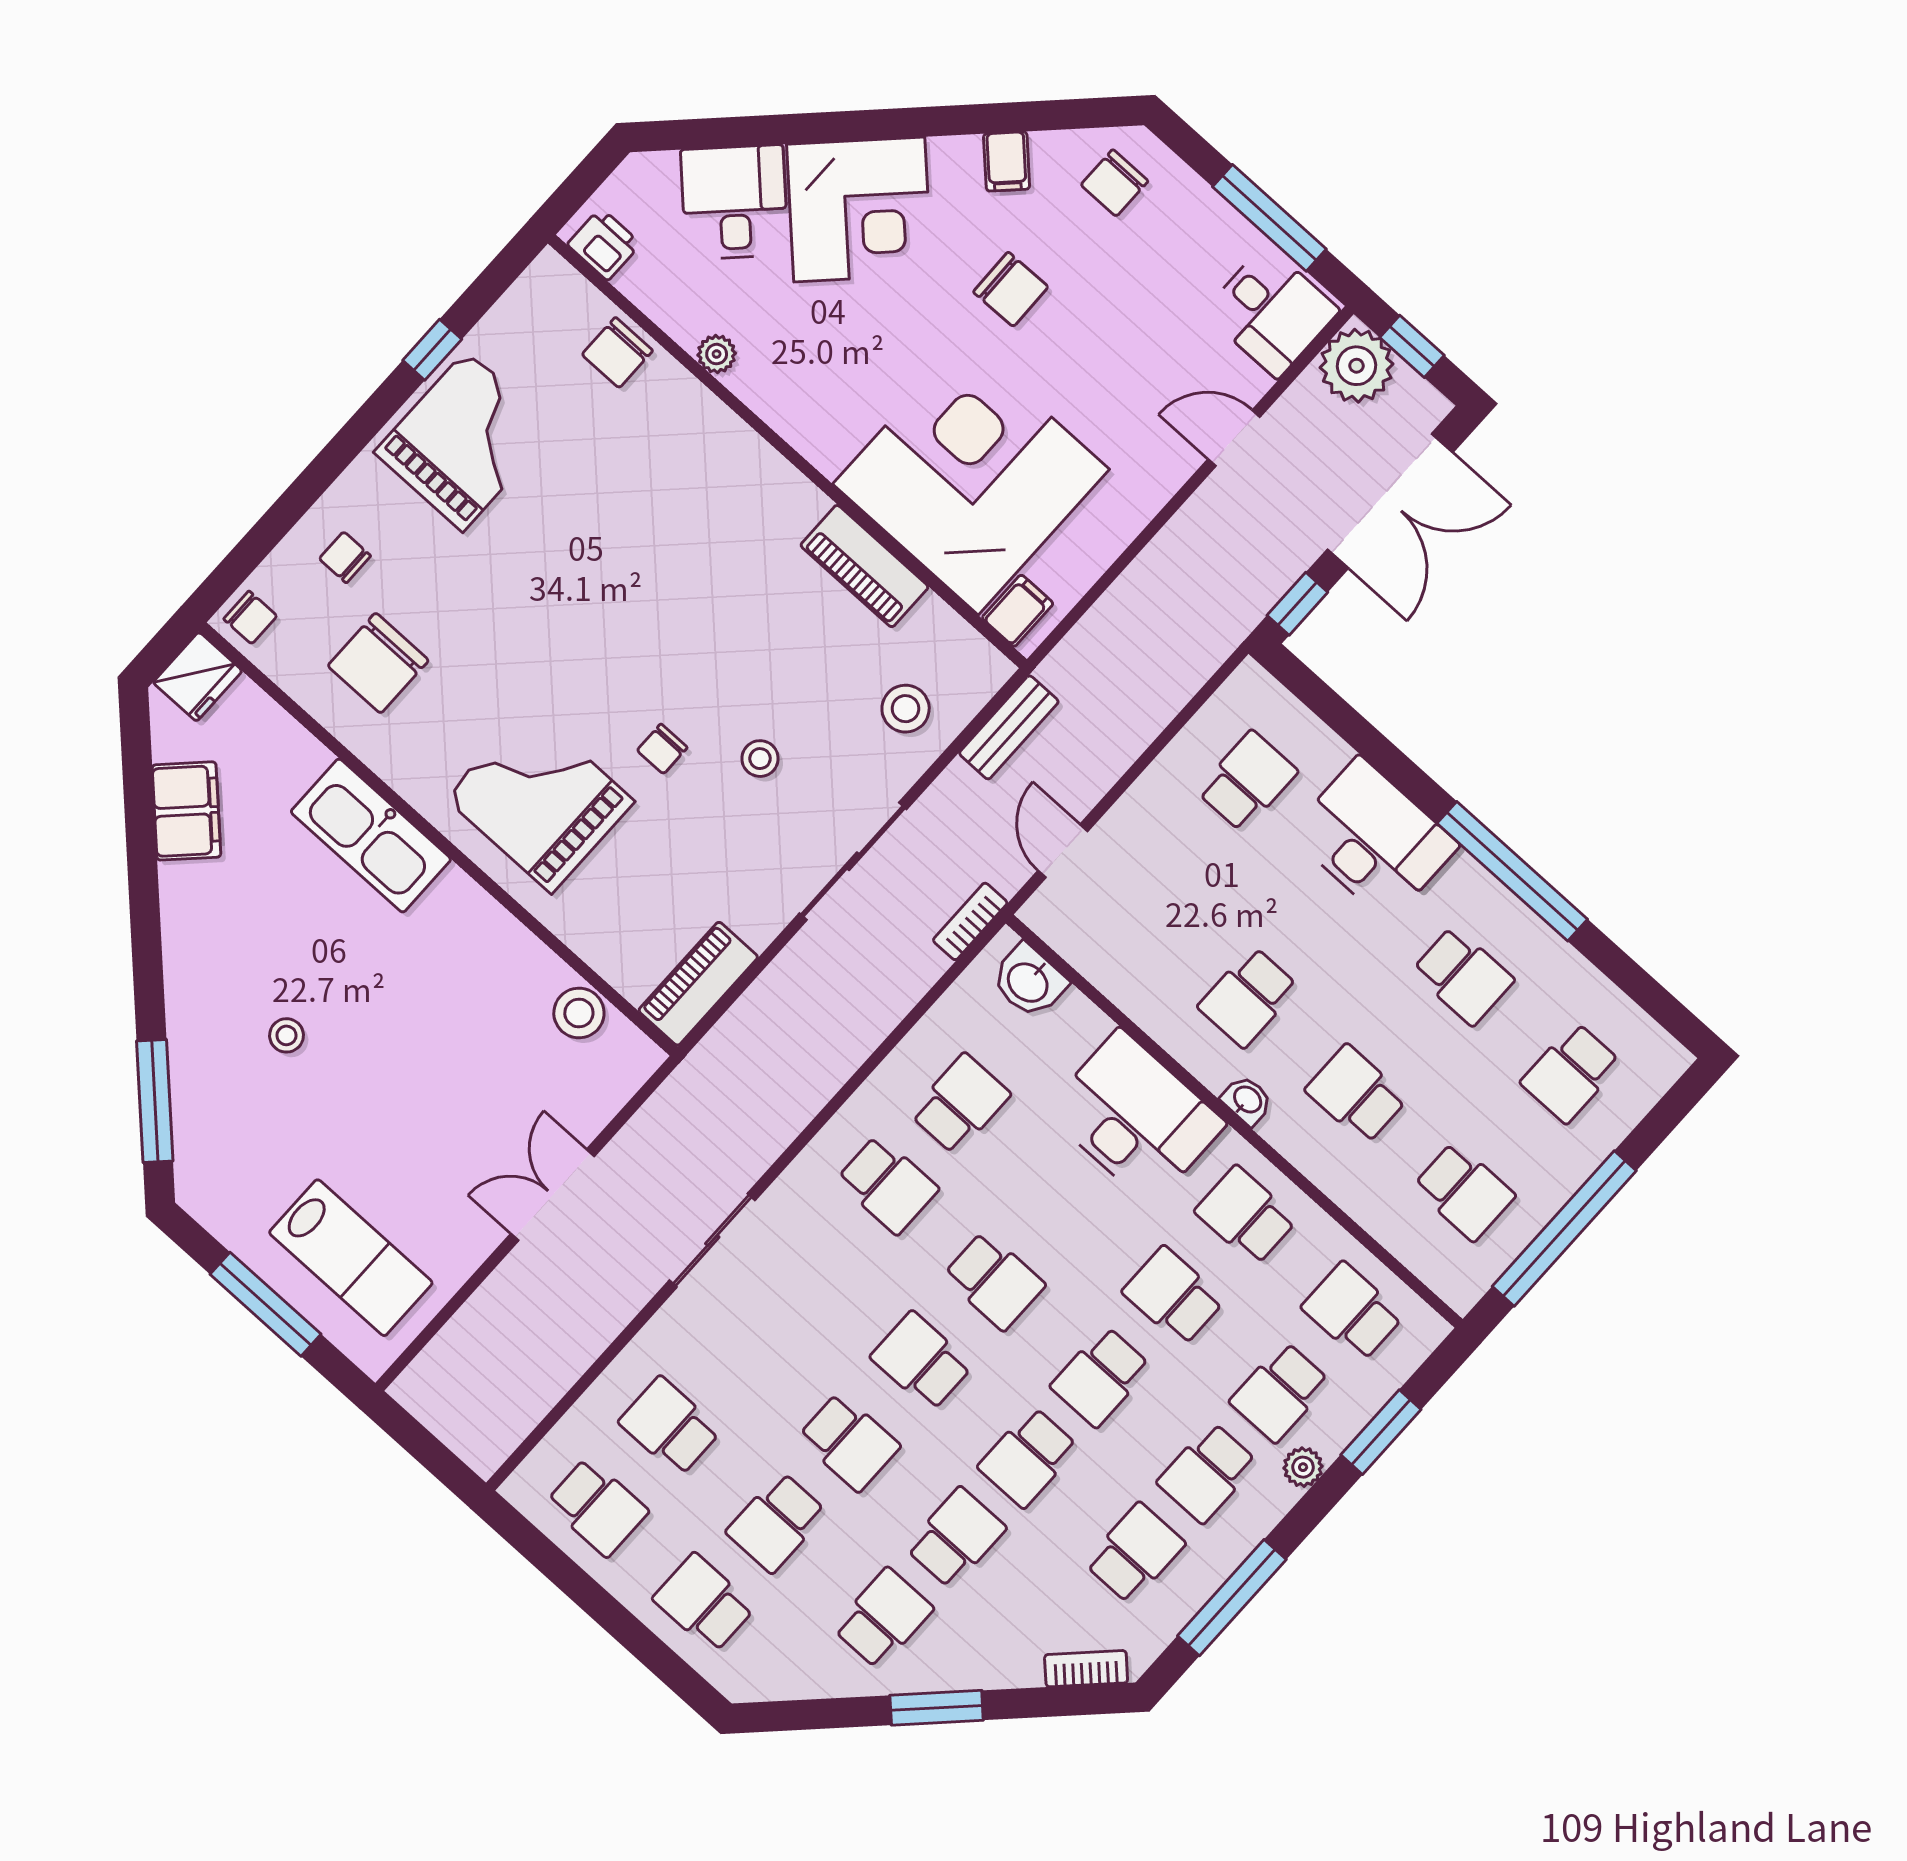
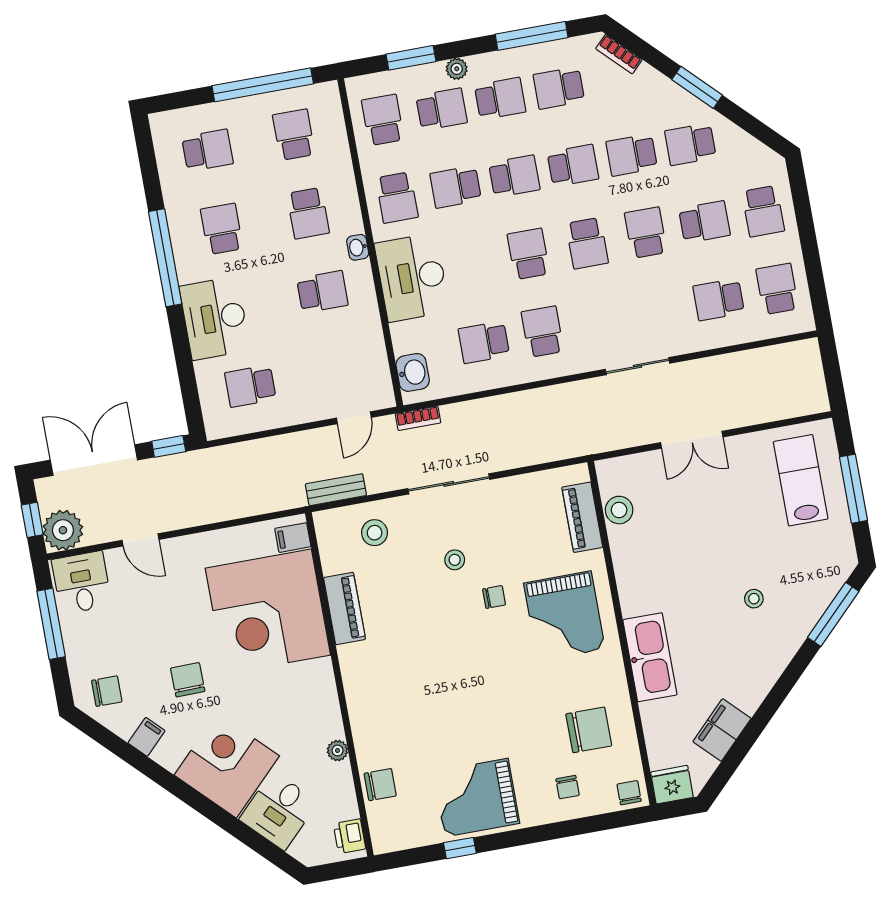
piano: (698, 984) -> (582, 517), moved, turned 90
school desk: (1173, 1296) -> (456, 187), turned 90
school desk: (1352, 1311) -> (383, 120), turned 180
school desk: (670, 1426) -> (719, 300), turned 90

